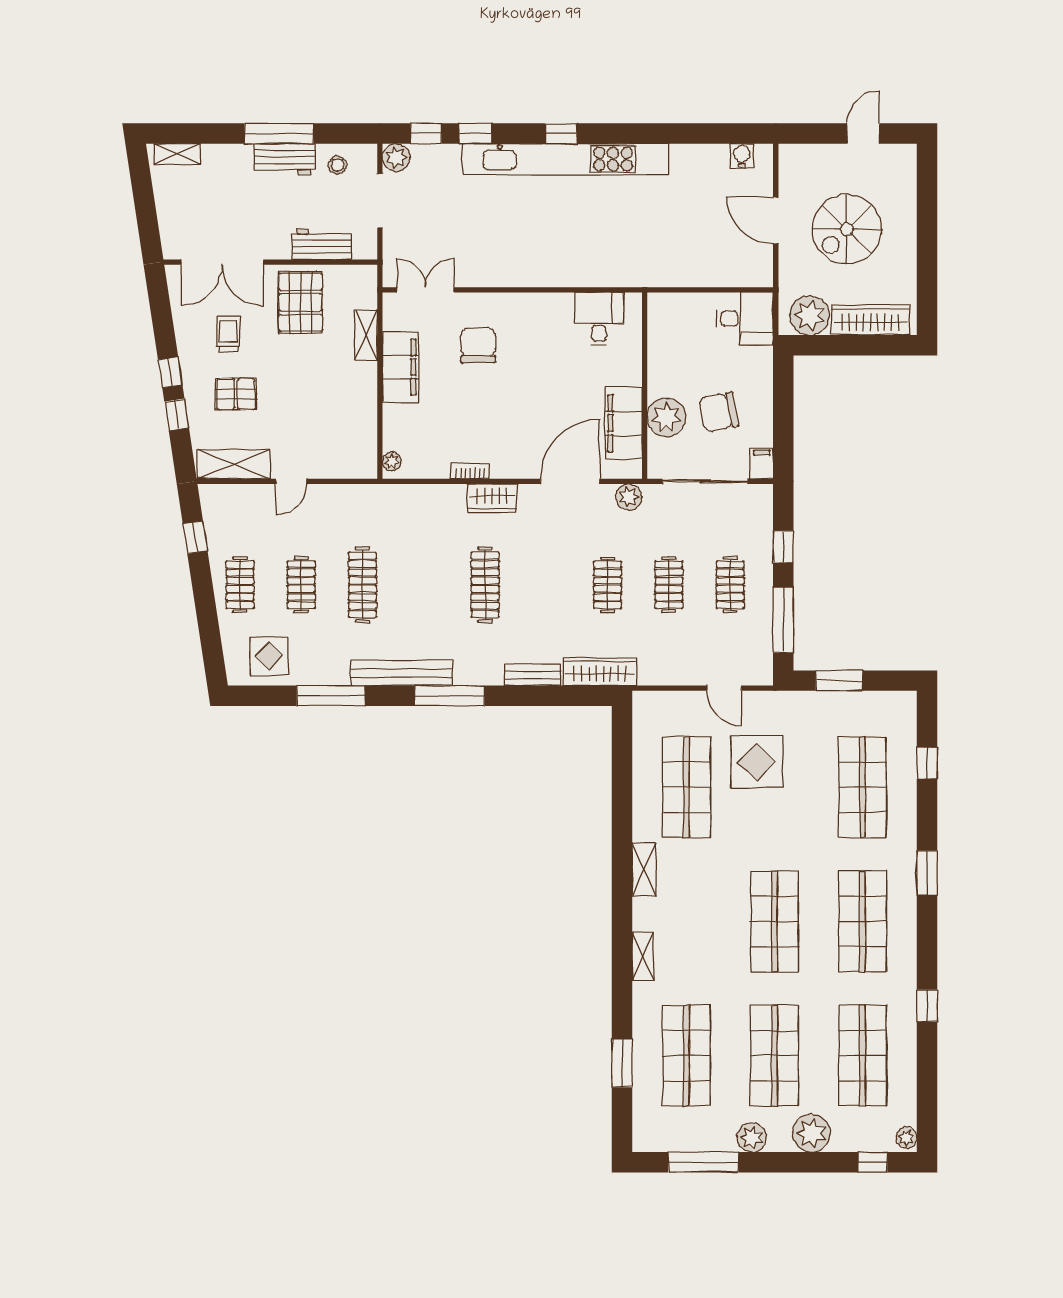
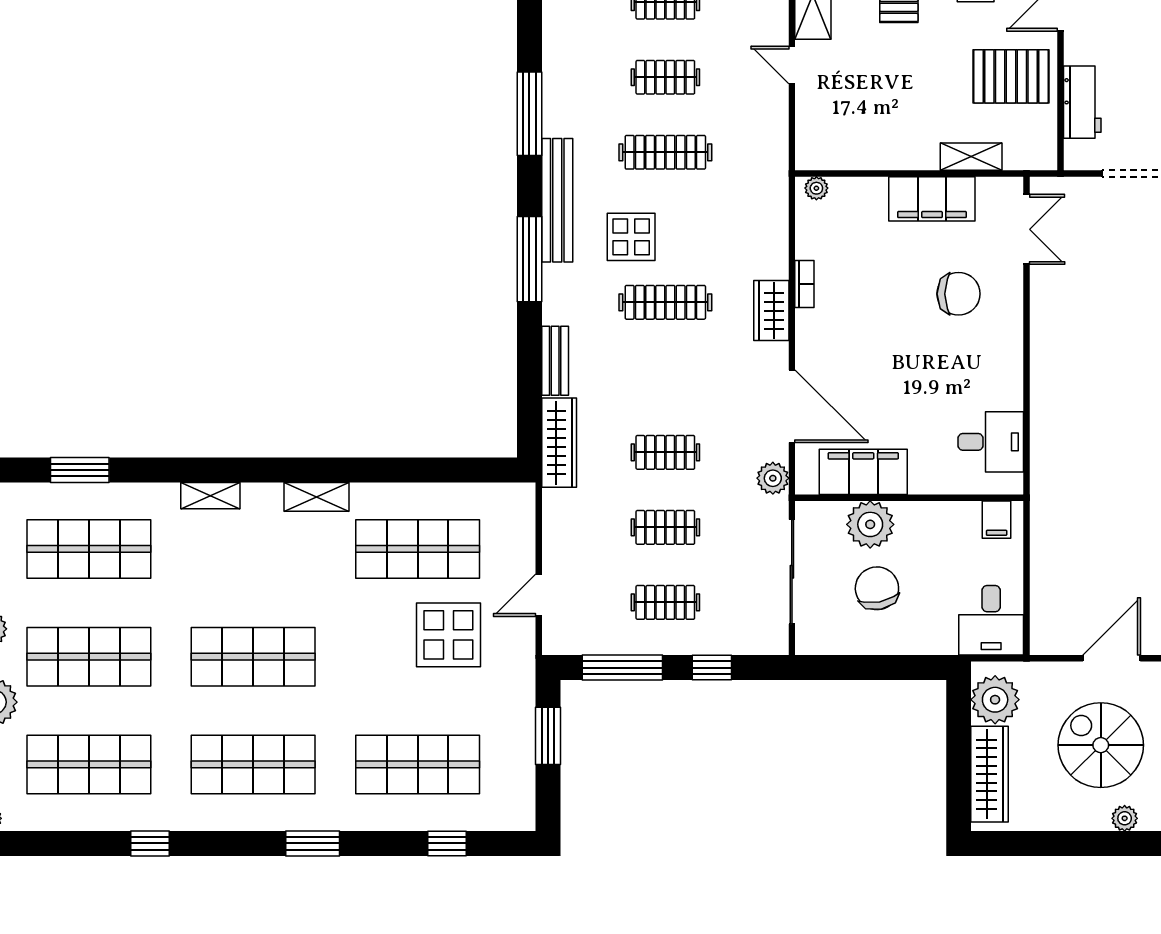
plant: (906, 210) -> (1125, 818), added
filing cabinet: (762, 464) -> (997, 520), moved, turned 90
display table: (269, 656) -> (631, 237), moved

